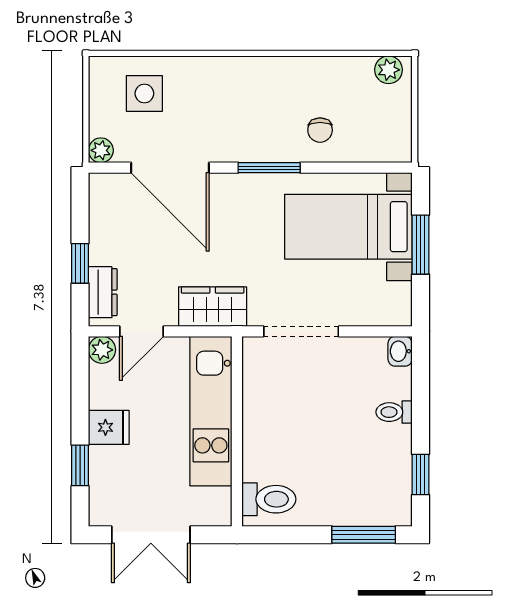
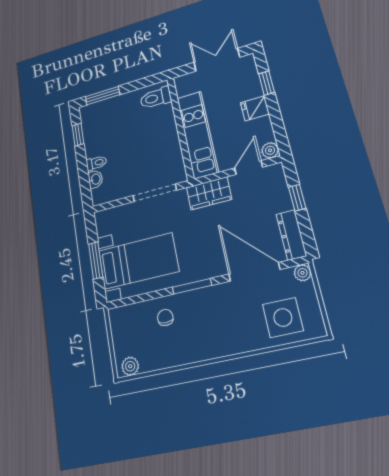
side table: (144, 94) -> (283, 318), width x1.37, depth x1.37
dresser: (103, 292) -> (291, 235), moved, width x1.44
washbasin: (400, 351) -> (95, 179), moved

